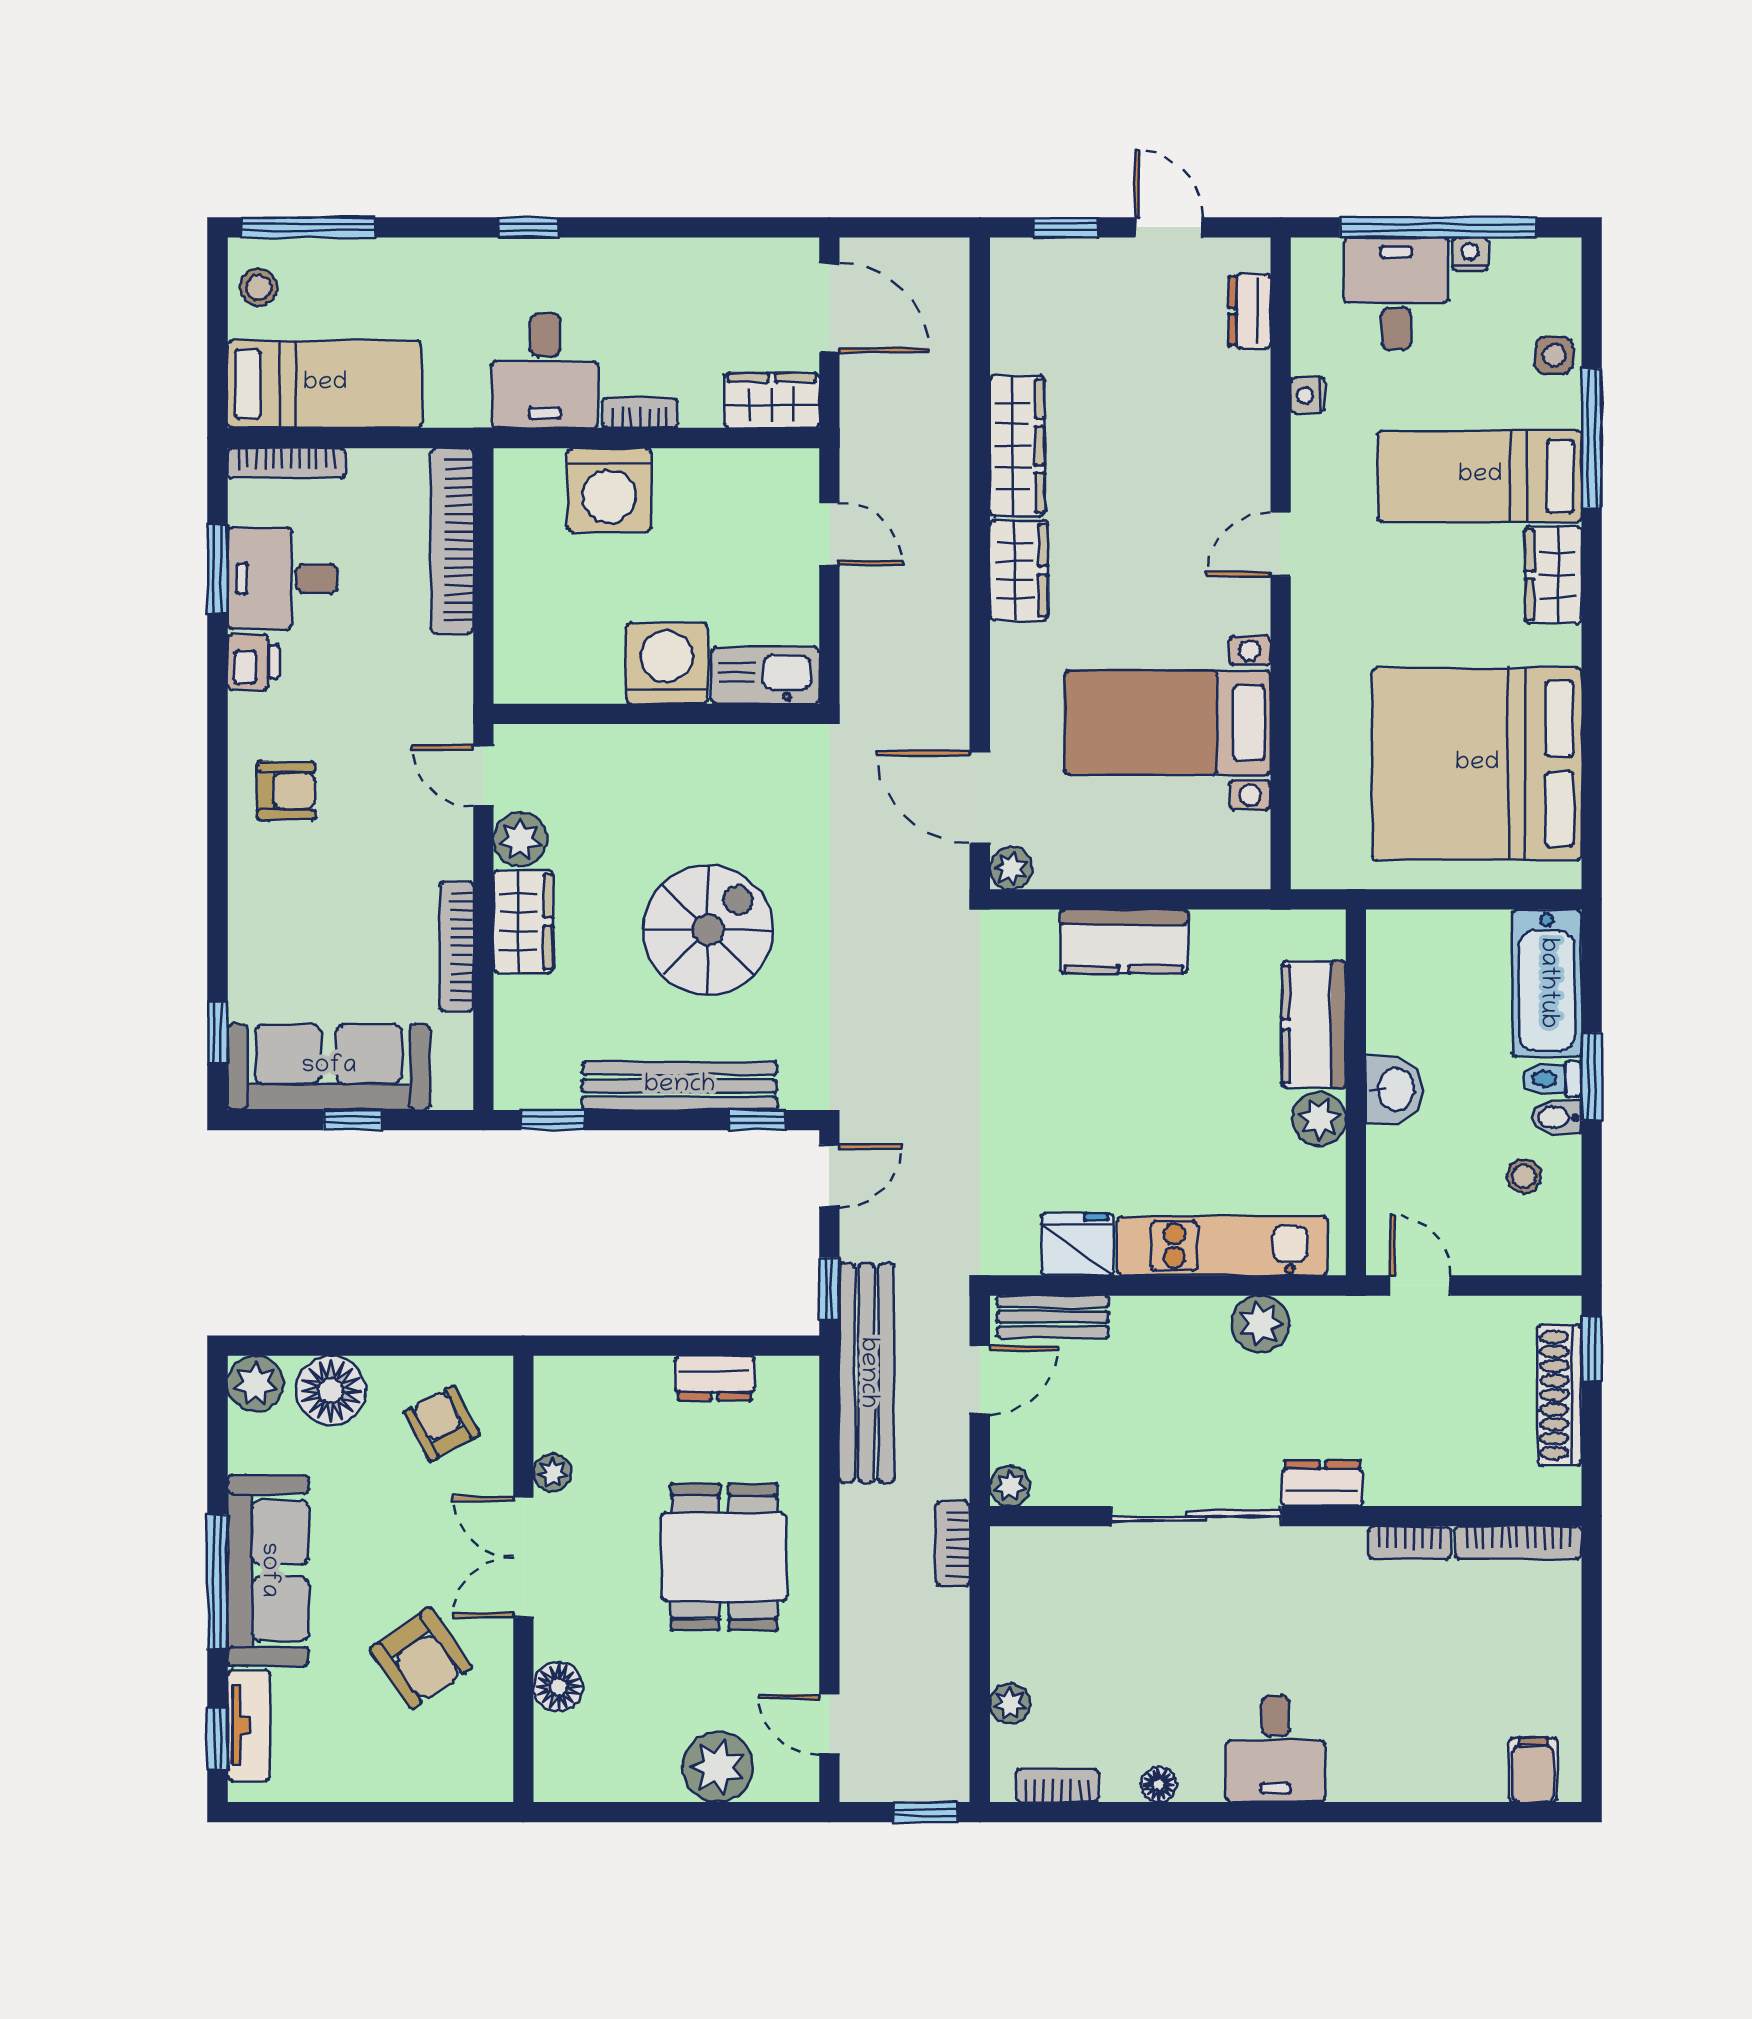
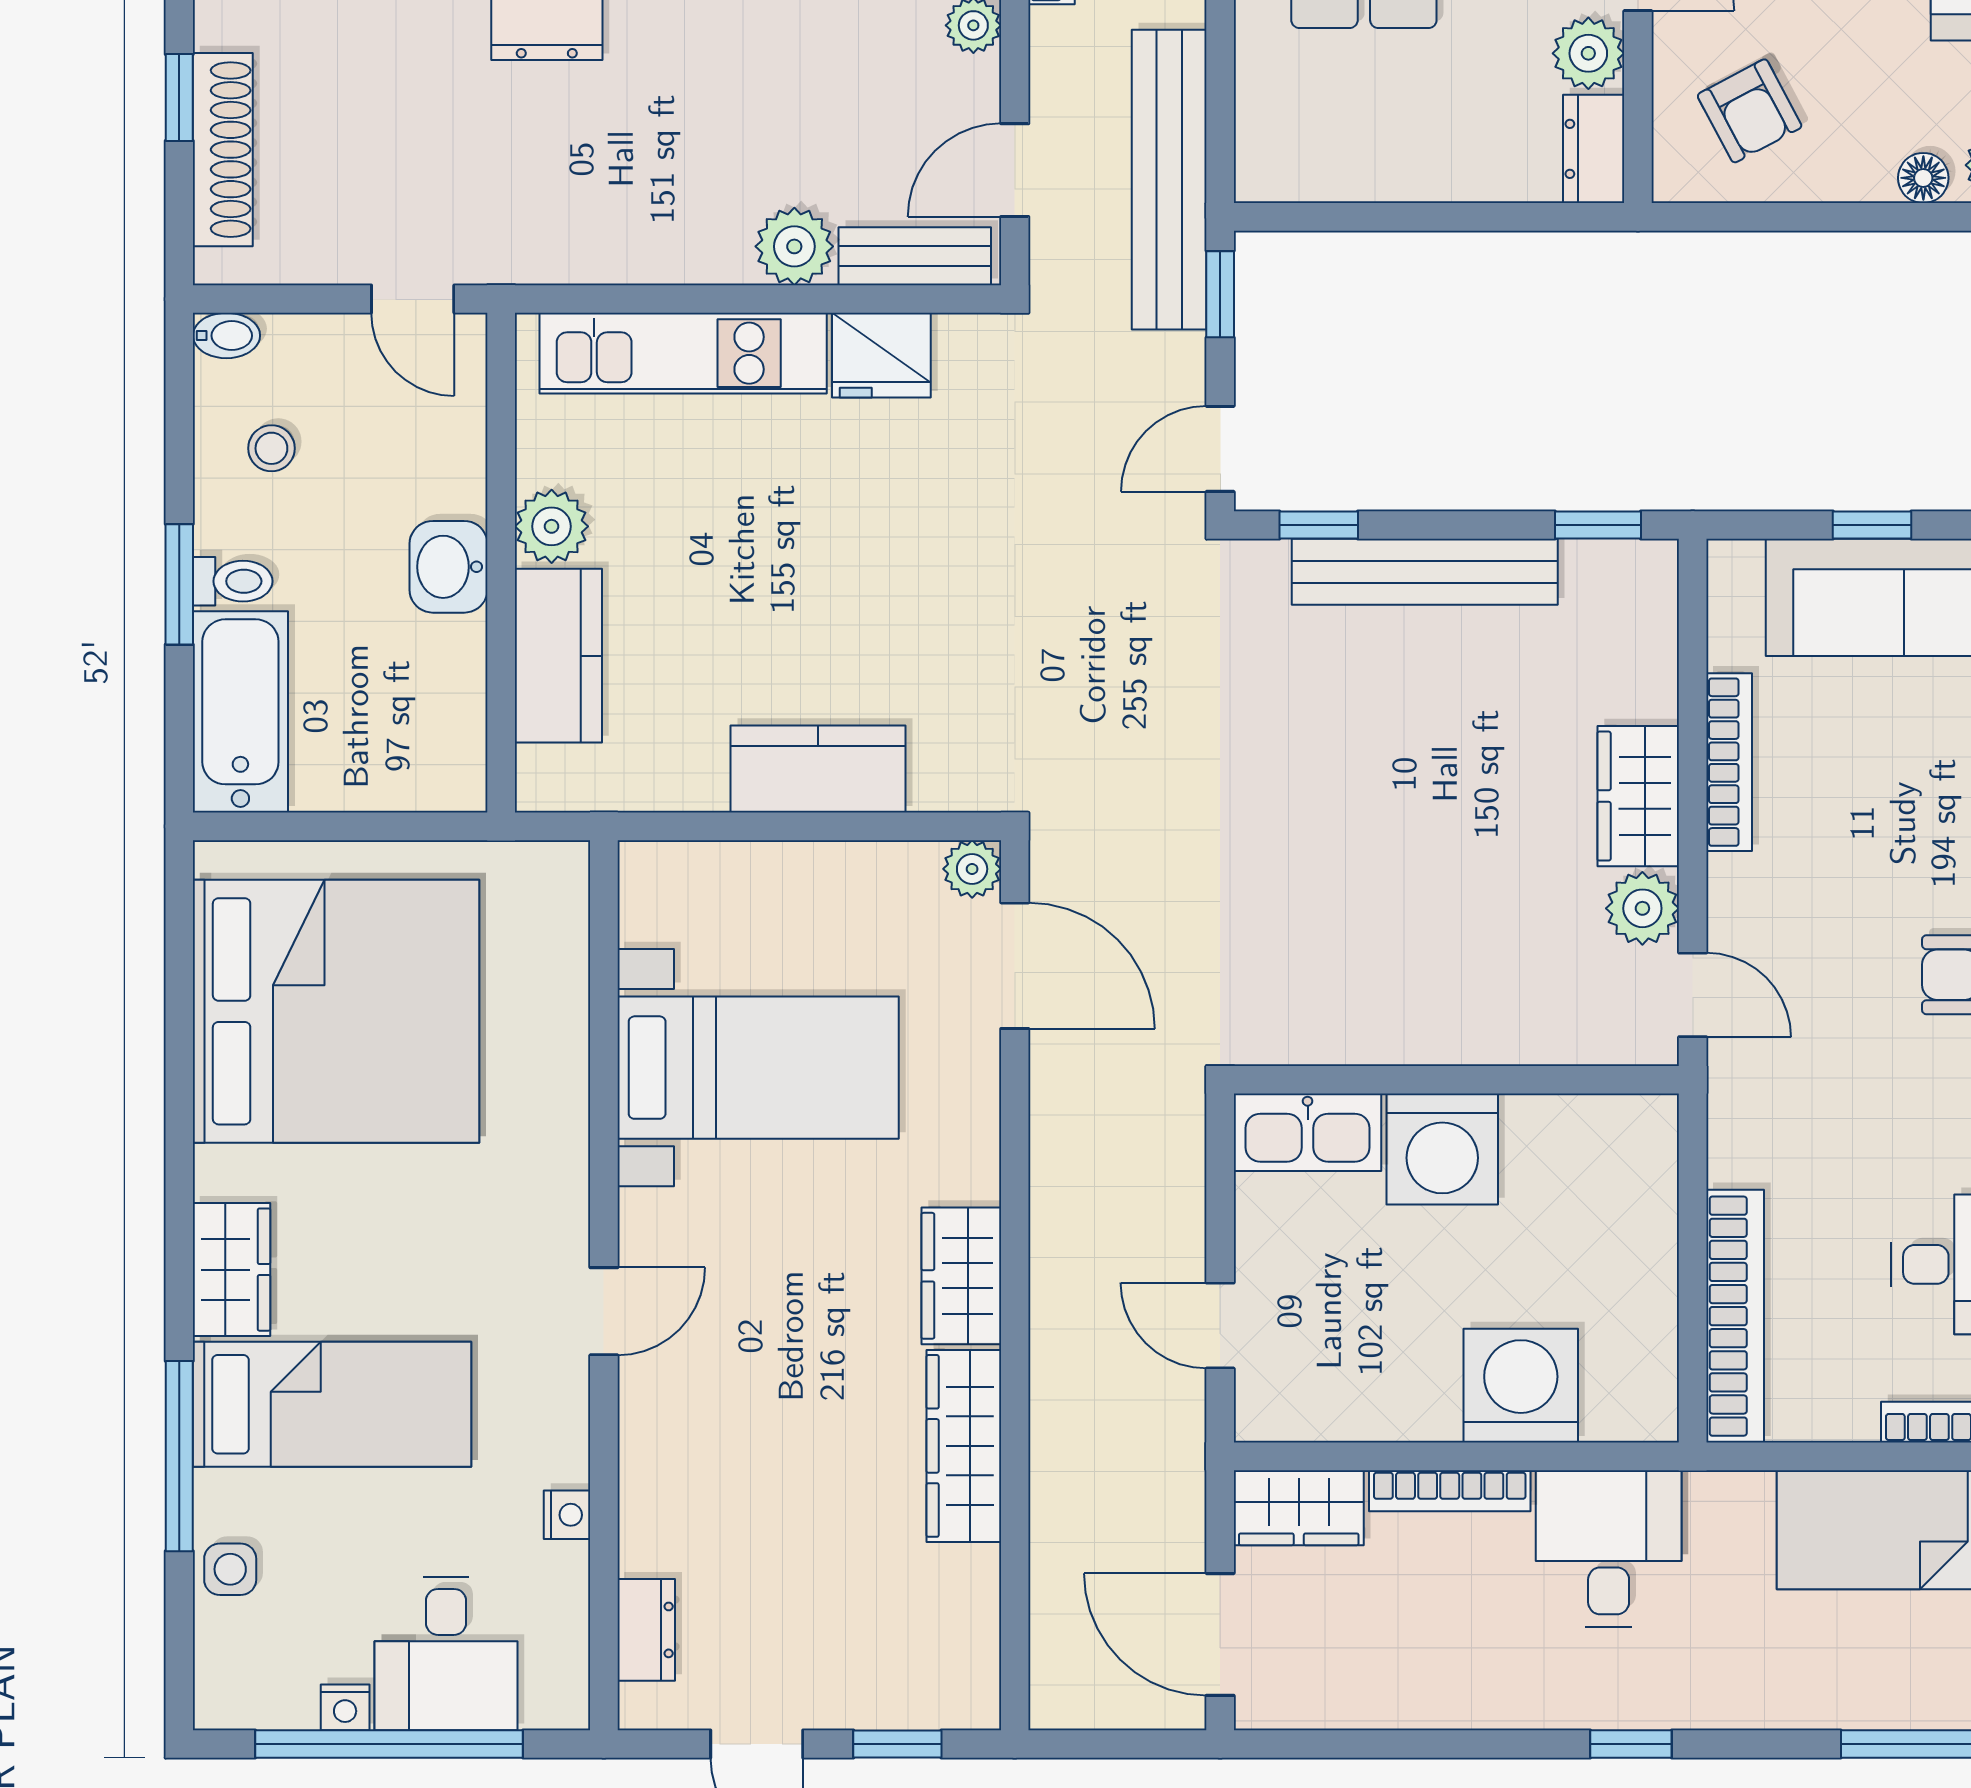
bookcase: (640, 413) -> (1450, 1491), width x1.56
spiral stairs: (708, 930) -> (1386, 785), removed
bidet: (1557, 1117) -> (226, 336), moved
plant: (1261, 1324) -> (794, 246), moved
window: (1592, 1349) -> (179, 97), moved
dresser: (715, 1378) -> (1594, 149), moved, turned -90
floor lamp: (331, 1391) -> (1923, 178), width x0.53, depth x0.53
plant: (553, 1473) -> (1588, 53), width x1.38, depth x1.38

